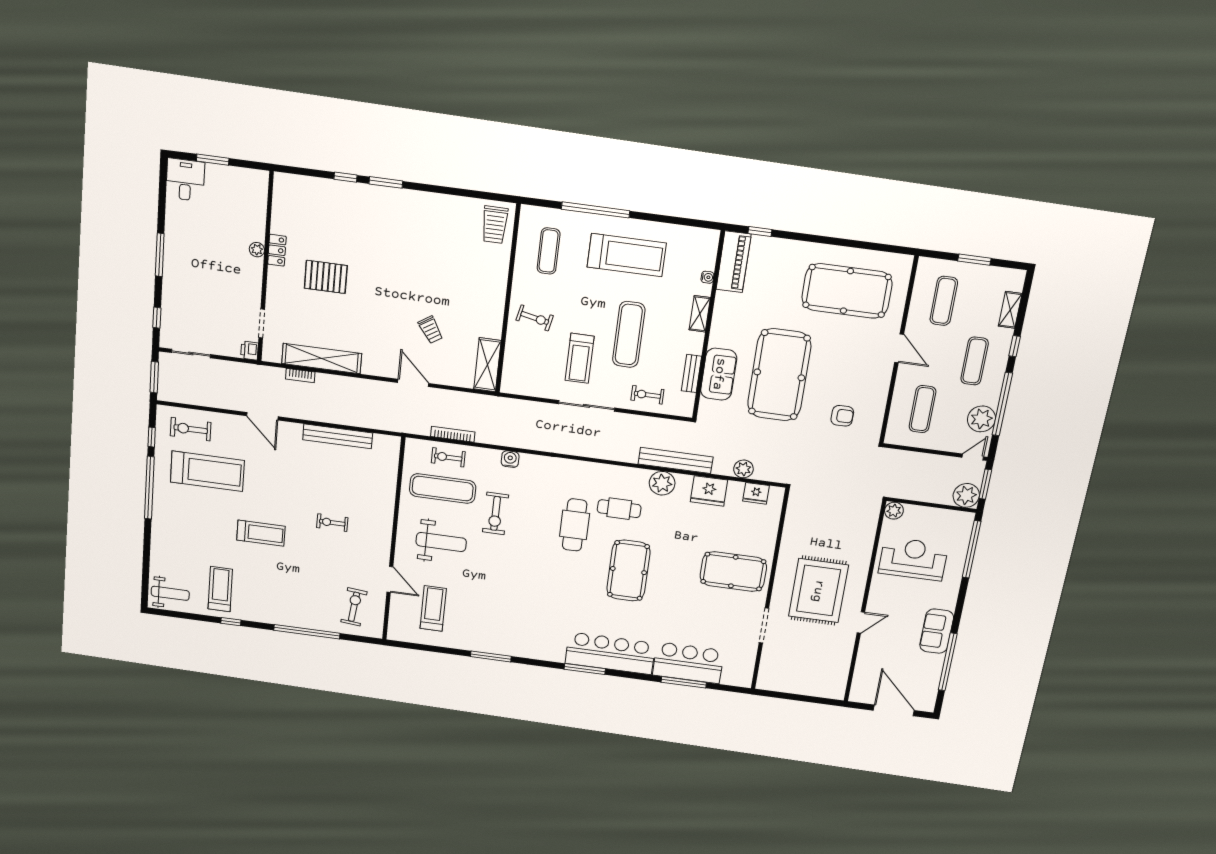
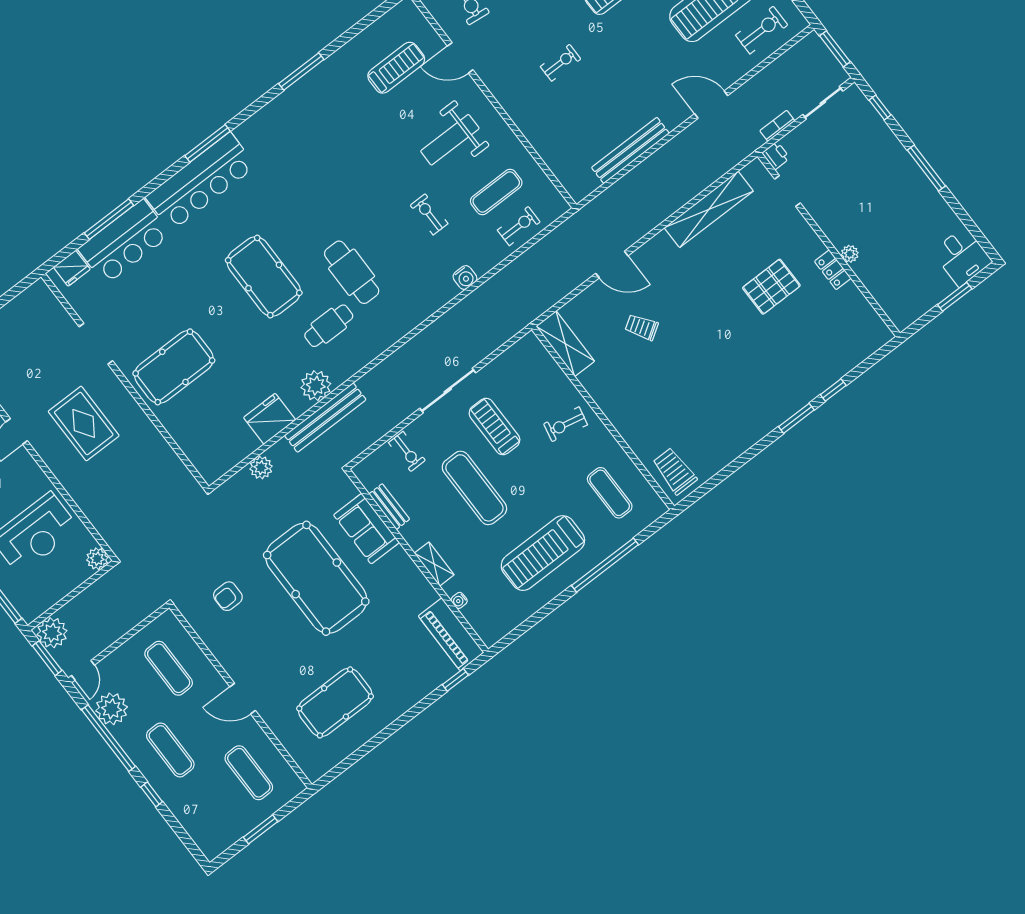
pool table: (847, 291) -> (335, 702), width x0.73, depth x0.76
shelving: (1010, 310) -> (188, 819), removed
bookcase: (300, 376) -> (777, 126), moved
exercise bike: (647, 395) -> (407, 451), turned 90
bookcase: (453, 434) -> (535, 251), removed
exercise mat: (443, 489) -> (496, 192), width x0.73, depth x0.69
fridge: (756, 493) -> (72, 268), moved, turned 180
exercise bike: (496, 513) -> (429, 214), width x0.73, depth x0.72
rug: (818, 591) -> (84, 423), width x0.73, depth x0.69
treadmill: (433, 608) -> (396, 68), turned -90

